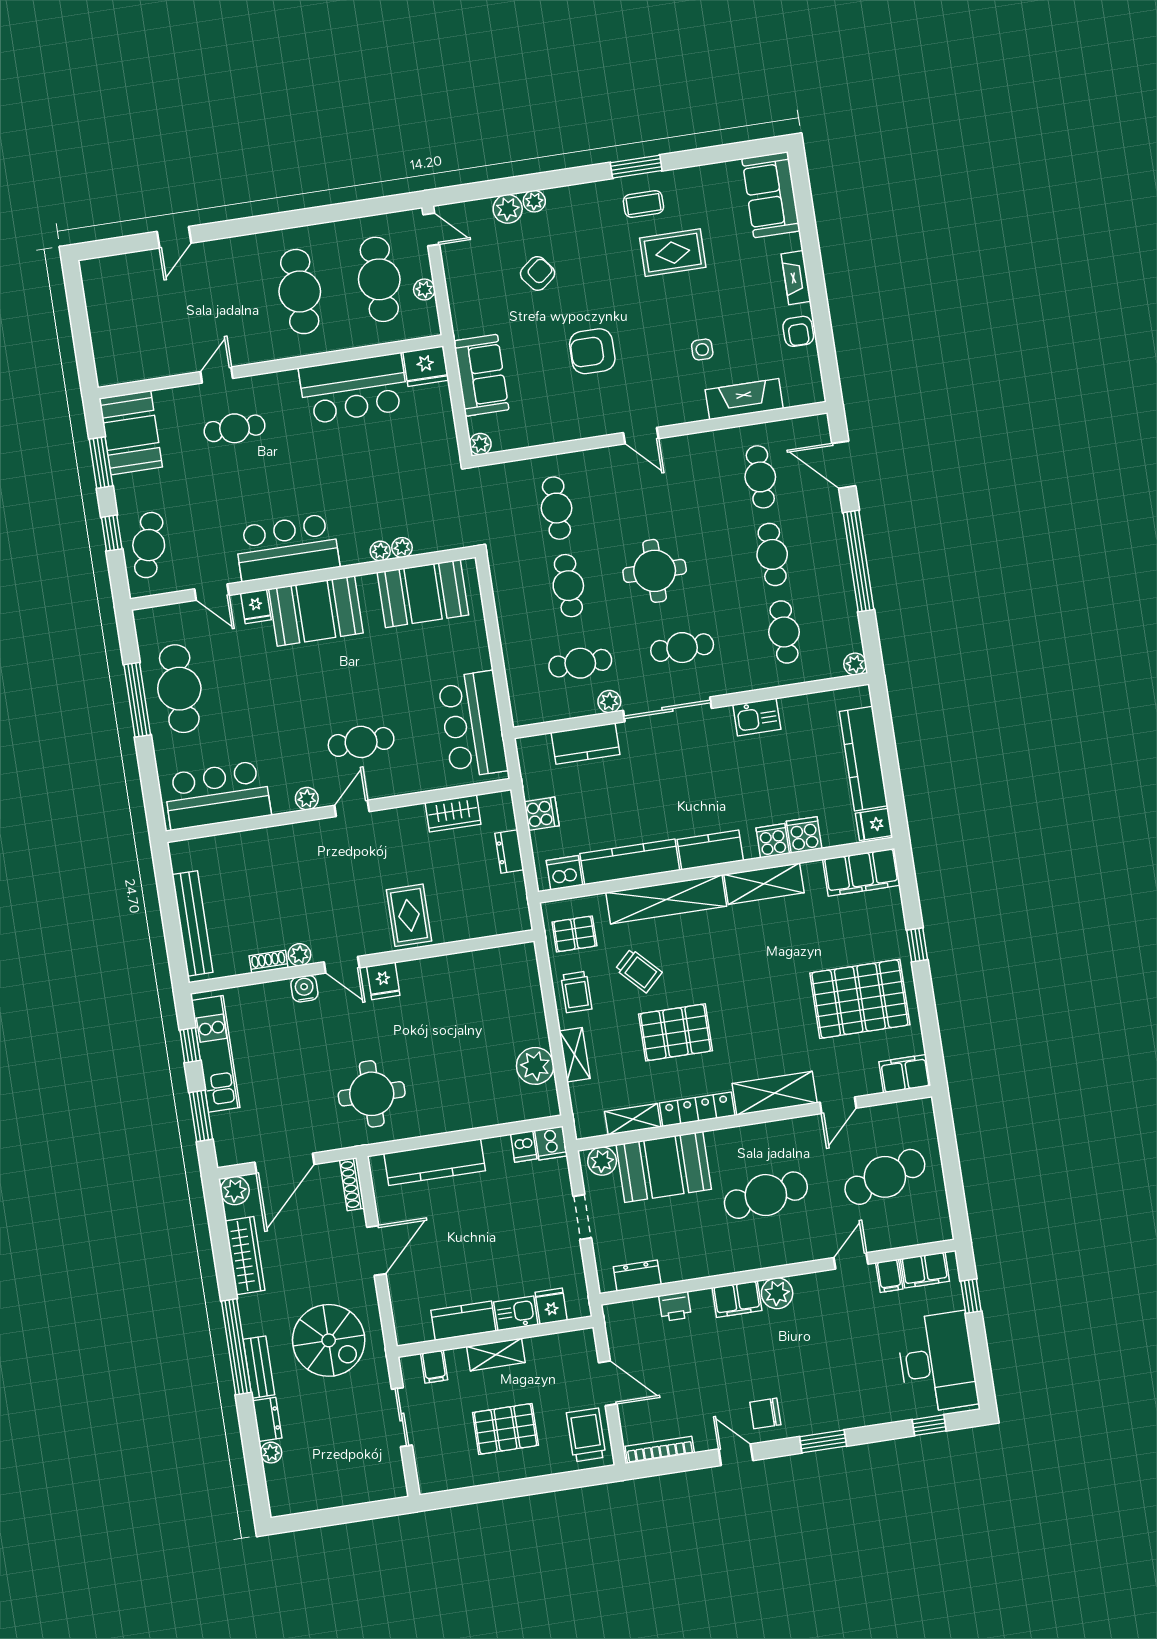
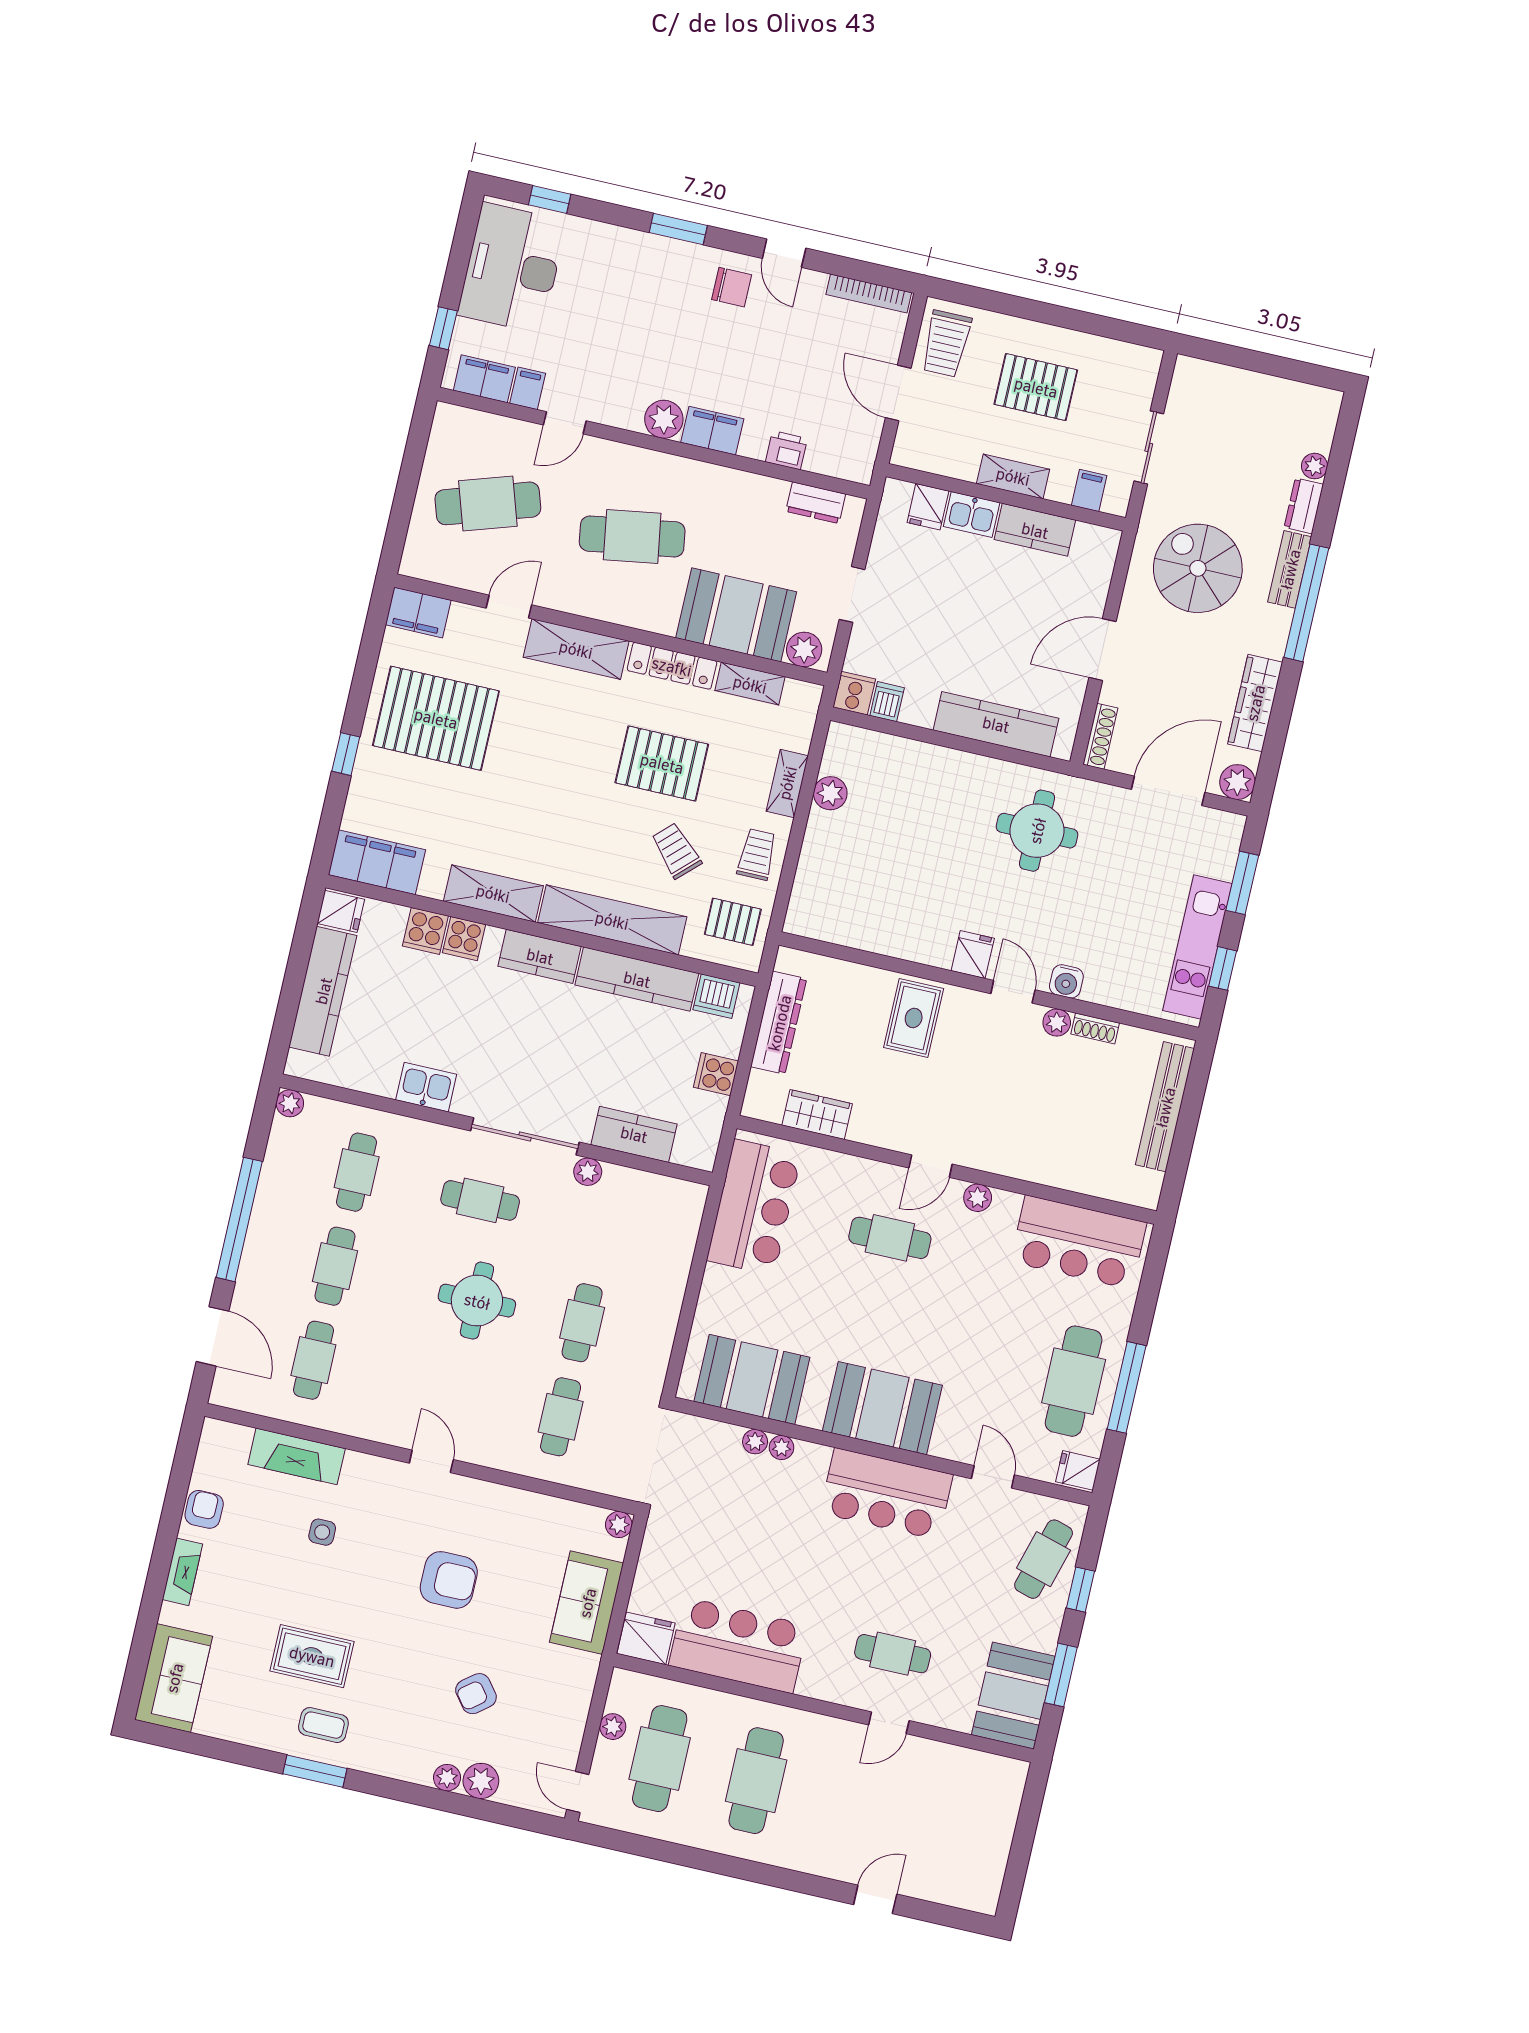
fridge: (256, 607) -> (1078, 1470), moved, turned -90
cafe table: (580, 663) -> (604, 1229), removed
dresser: (509, 851) -> (779, 1023), width x1.96, depth x1.24
plant: (535, 1066) -> (830, 793), width x0.73, depth x0.73

